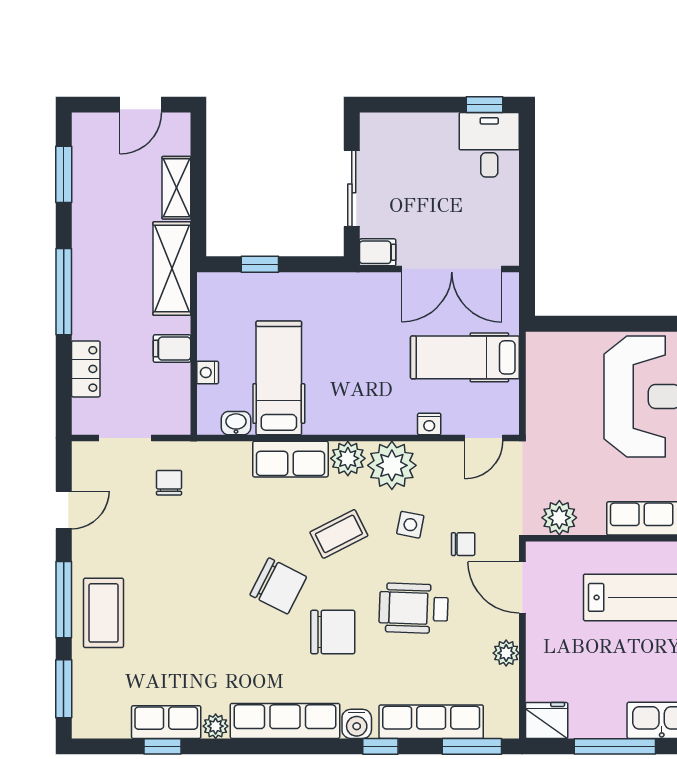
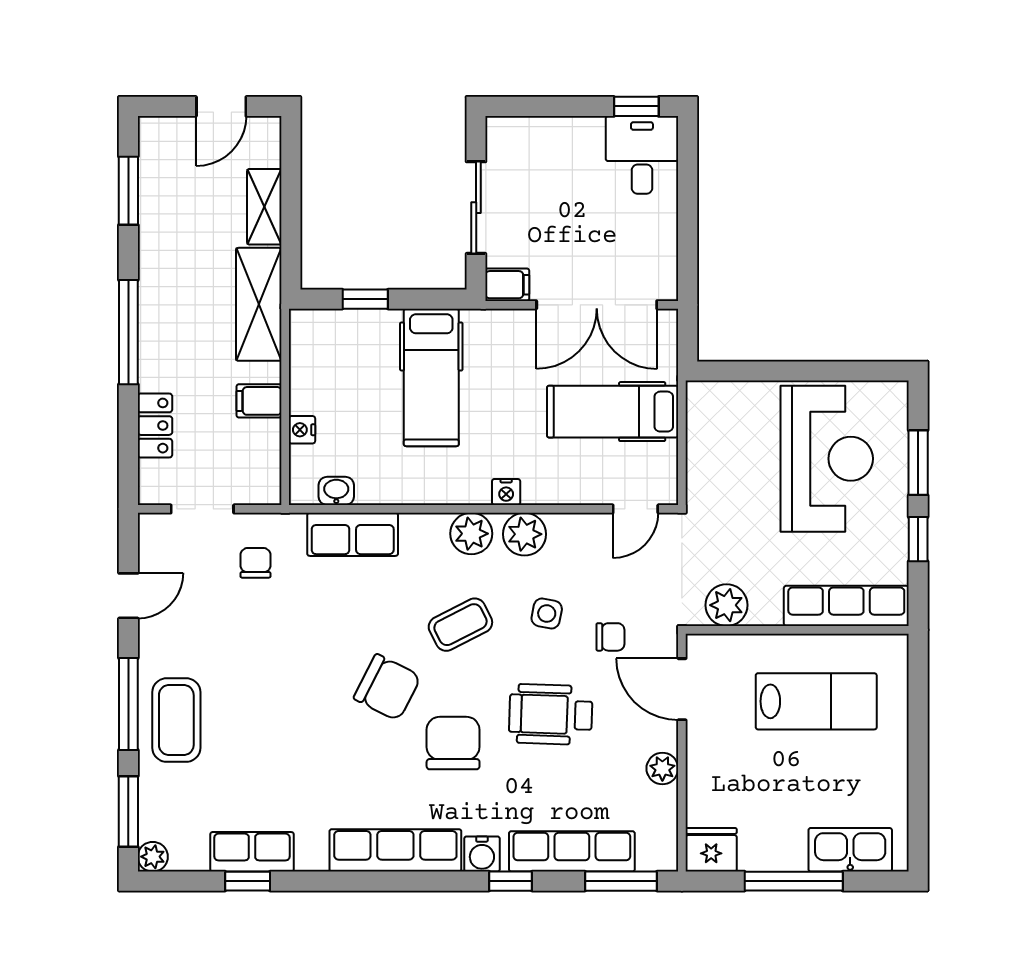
hospital bed: (279, 378) -> (431, 377), moved, turned 180
nightstand: (429, 424) -> (506, 492), moved
row of seats: (290, 459) -> (353, 534), moved
plant: (392, 465) -> (524, 534), width x0.73, depth x0.73
chair: (333, 632) -> (453, 743), turned -90
plant: (216, 726) -> (153, 857), moved

